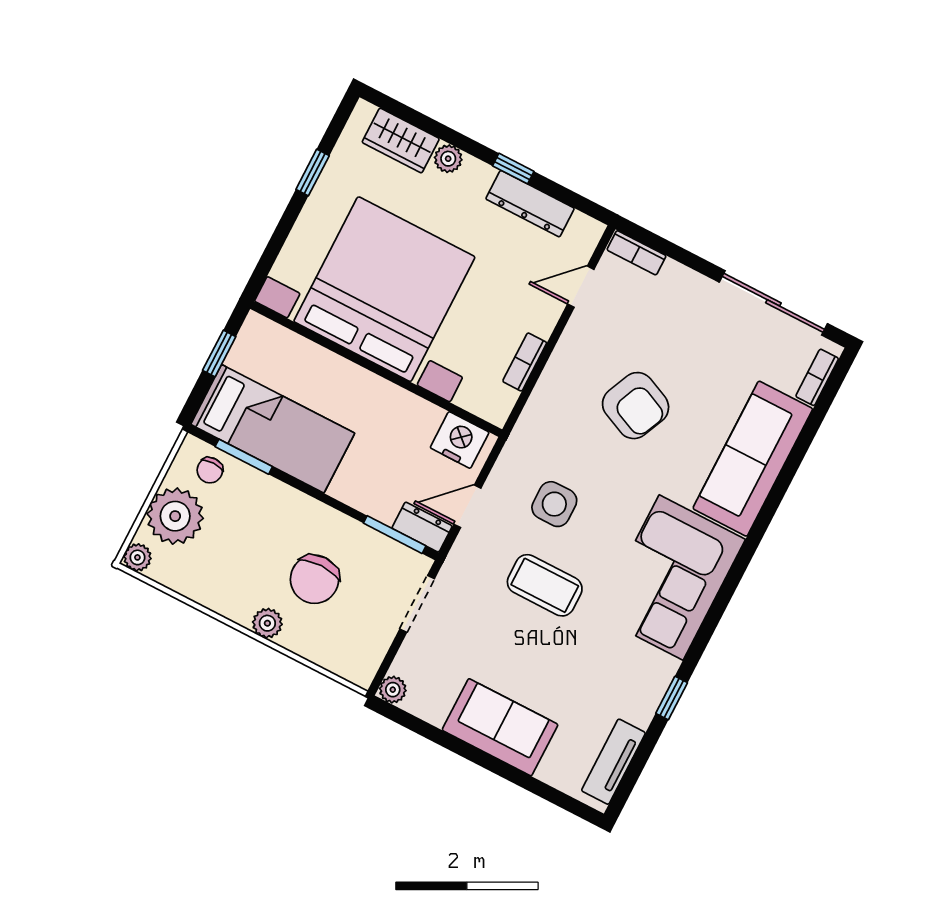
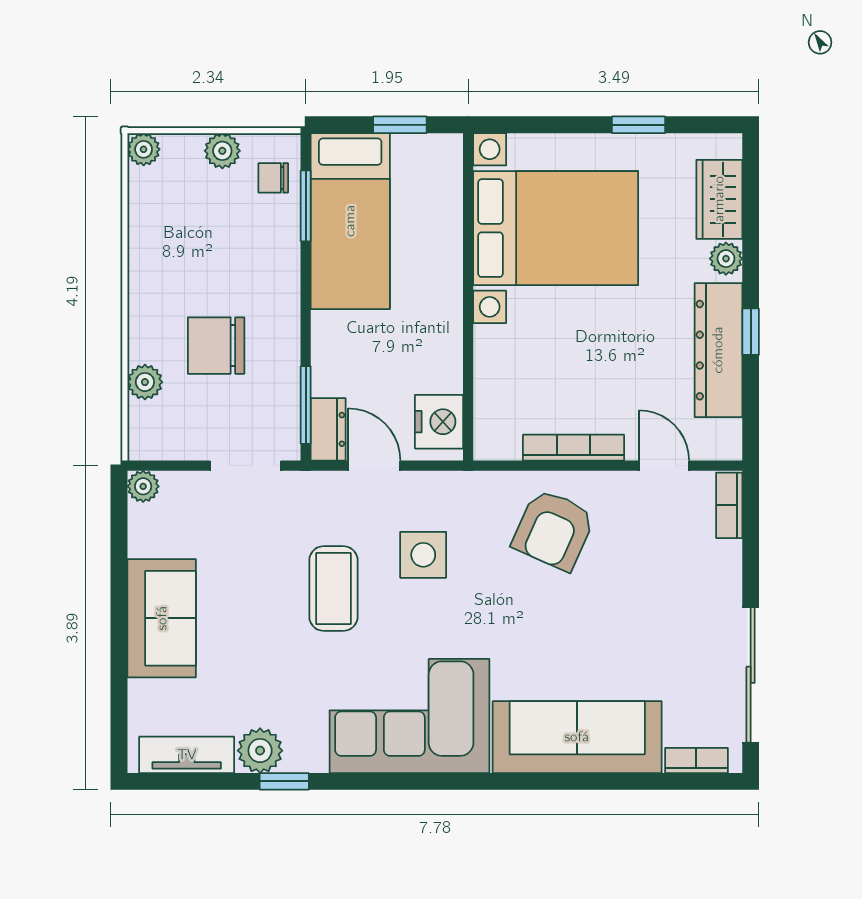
dresser: (530, 204) -> (718, 350), width x1.37, depth x1.24
bed with nightstands: (384, 289) -> (556, 228), width x0.73
bookcase: (525, 362) -> (573, 448), width x1.56
armchair: (636, 406) -> (553, 530), moved
plant: (175, 516) -> (222, 151), width x0.53, depth x0.53
plant: (267, 623) -> (145, 382), moved
plant: (639, 704) -> (260, 751), added

